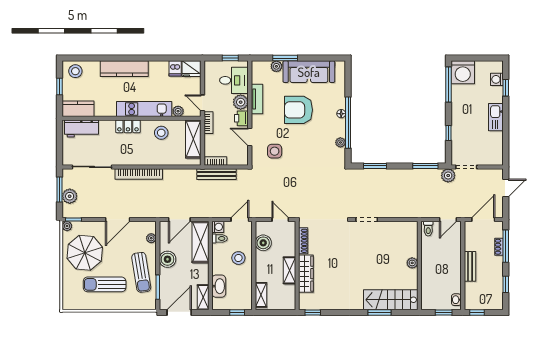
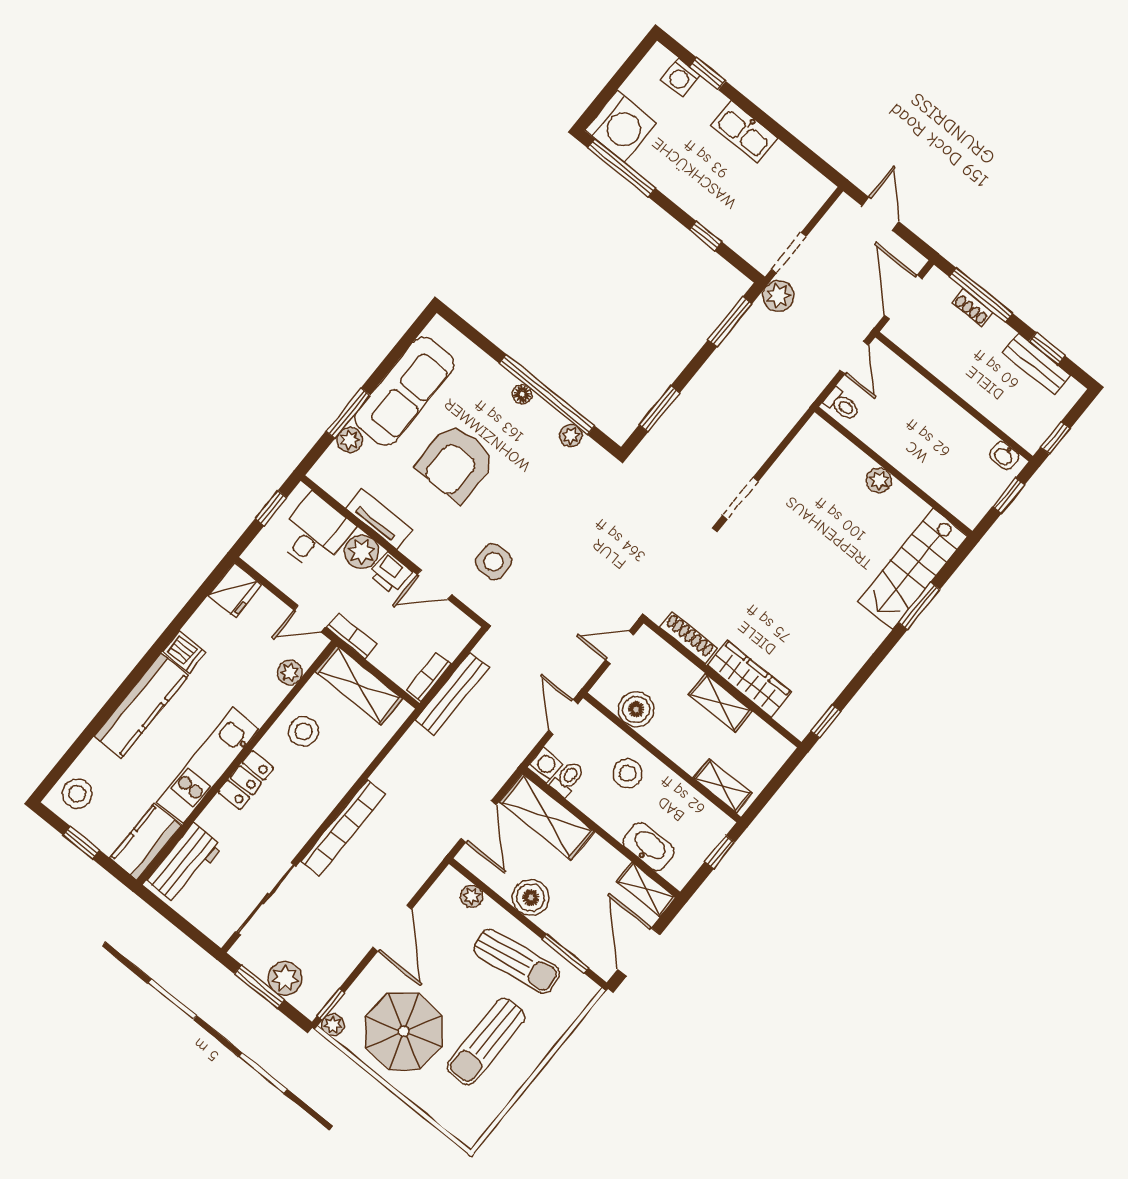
dishwasher: (175, 68) -> (184, 652), moved
kitchen unit: (144, 109) -> (208, 766), moved
bench: (470, 266) -> (1036, 364), moved

